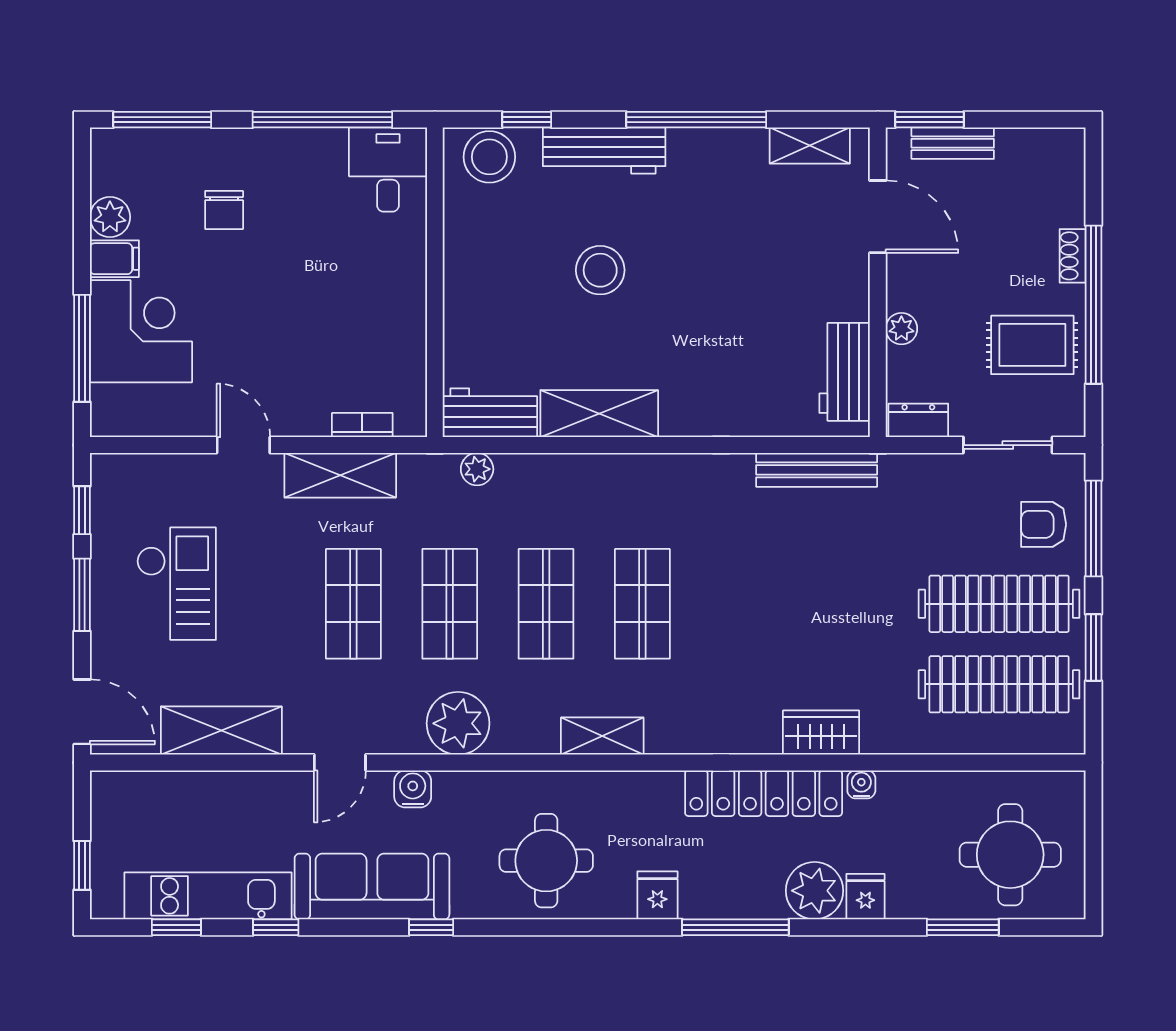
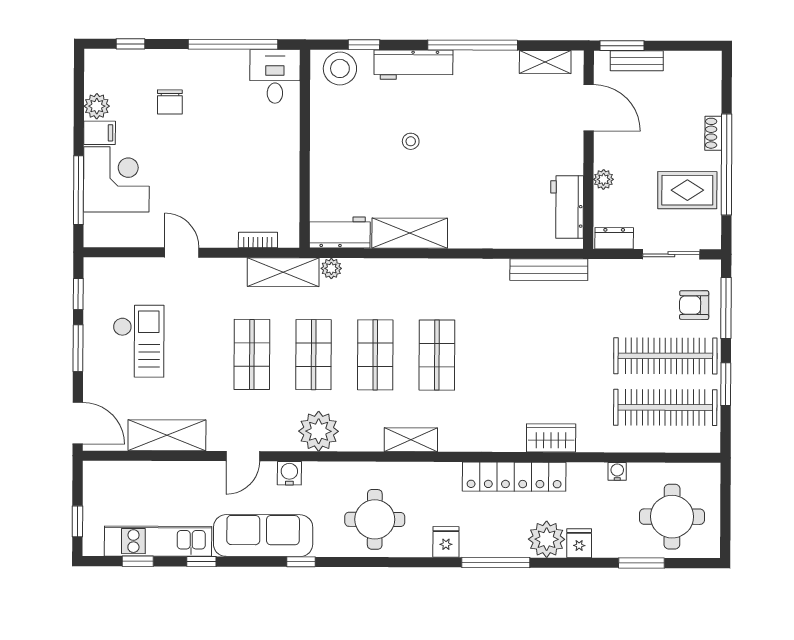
window: (162, 120) -> (130, 44), width x0.46
stool: (600, 270) -> (411, 141), width x0.53, depth x0.53
shelving: (340, 475) -> (283, 272), moved
water cooler: (861, 784) -> (617, 471), moved

